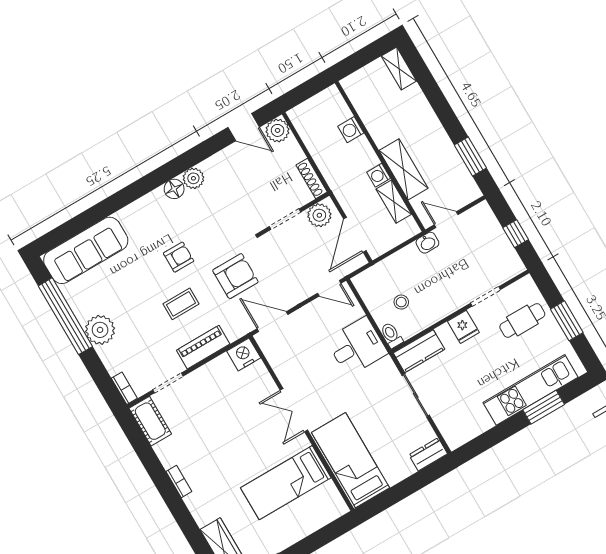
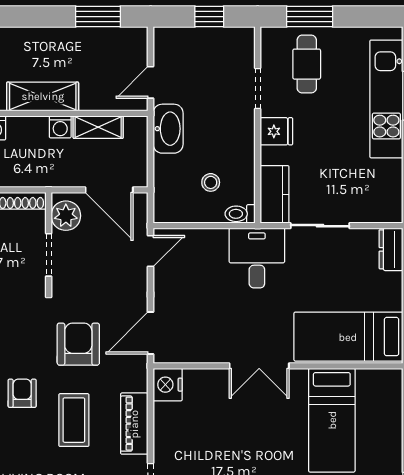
shelving: (403, 169) -> (43, 96), moved
washbasin: (427, 243) -> (168, 129), width x1.91, depth x1.45
coffee table: (181, 304) -> (74, 420), width x1.36, depth x1.30
window: (567, 321) -> (310, 17), moved
desk: (357, 346) -> (257, 258), moved

